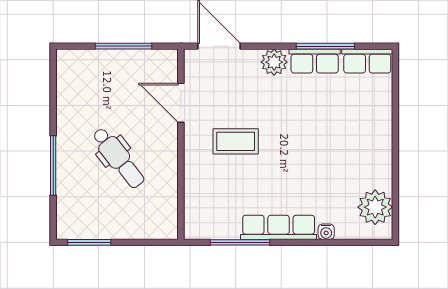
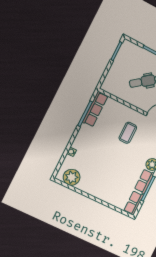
row of seats: (279, 227) -> (95, 109), moved

